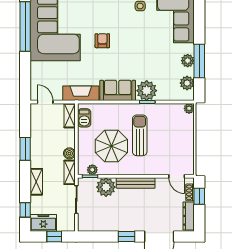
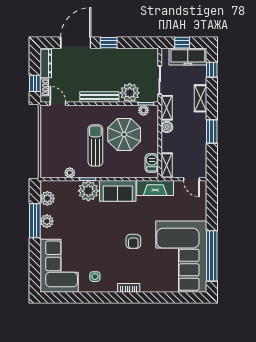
plant: (189, 108) -> (70, 173), moved
sun lounger: (140, 135) -> (95, 145), turned 180
freezer: (43, 223) -> (188, 57), width x1.40

